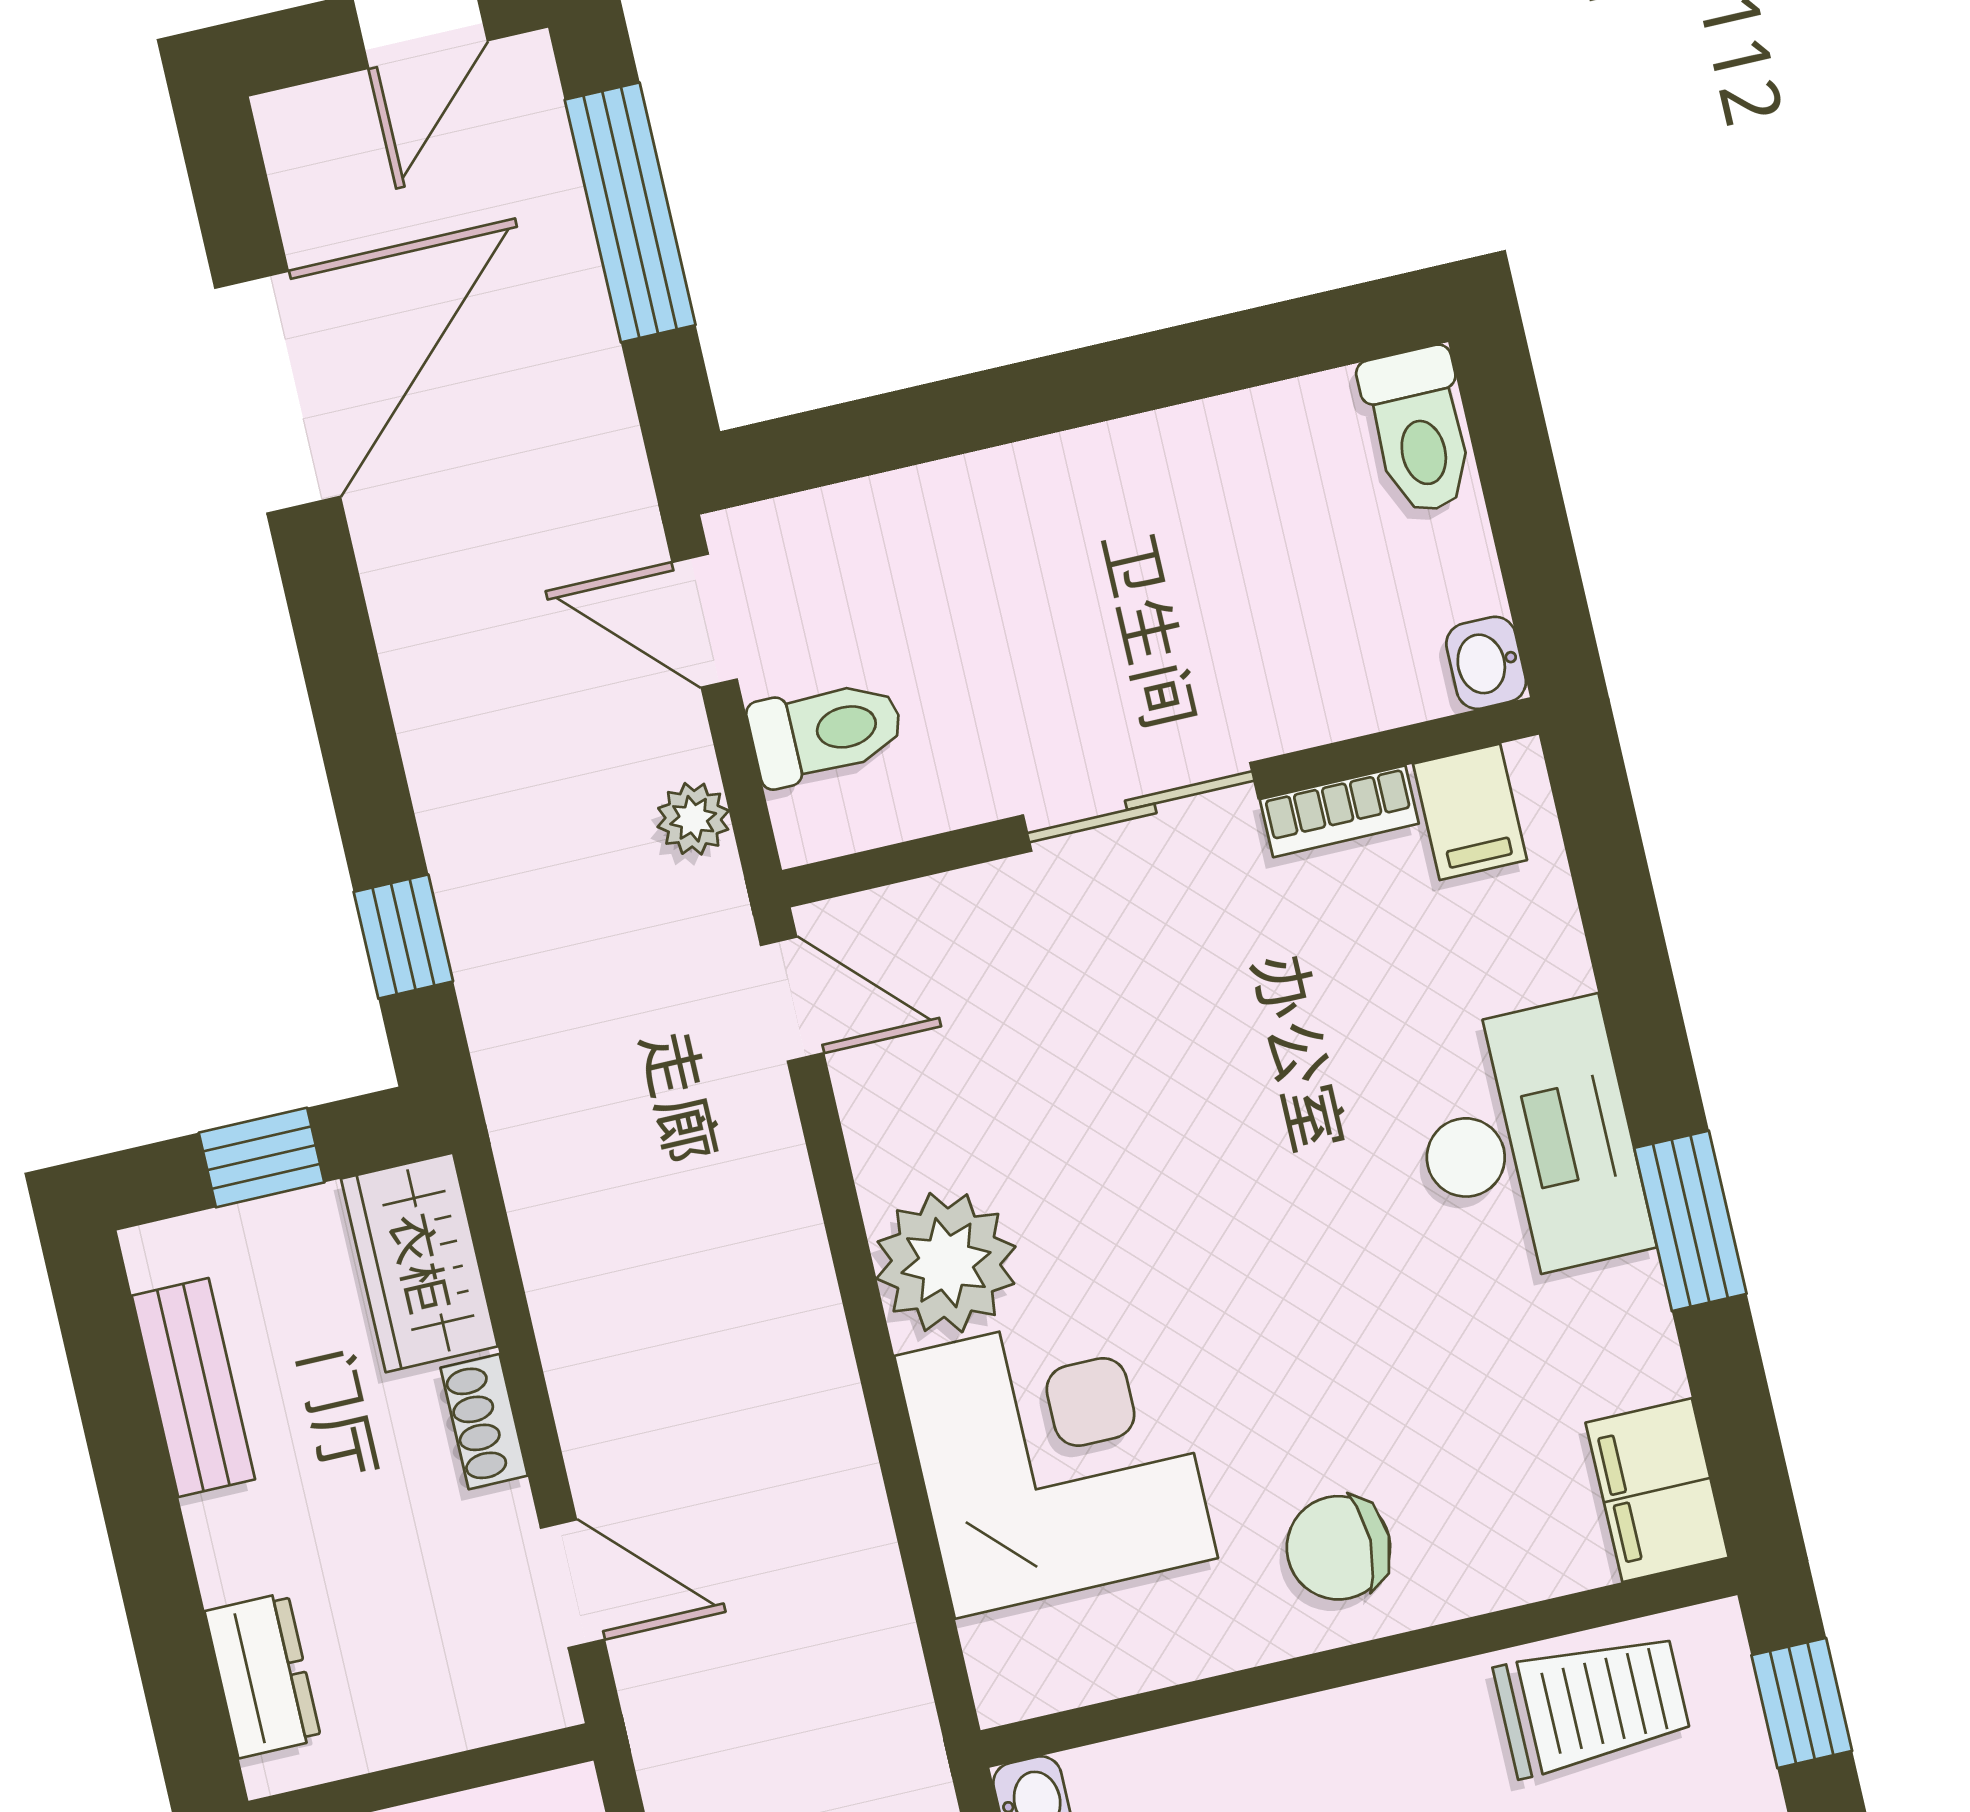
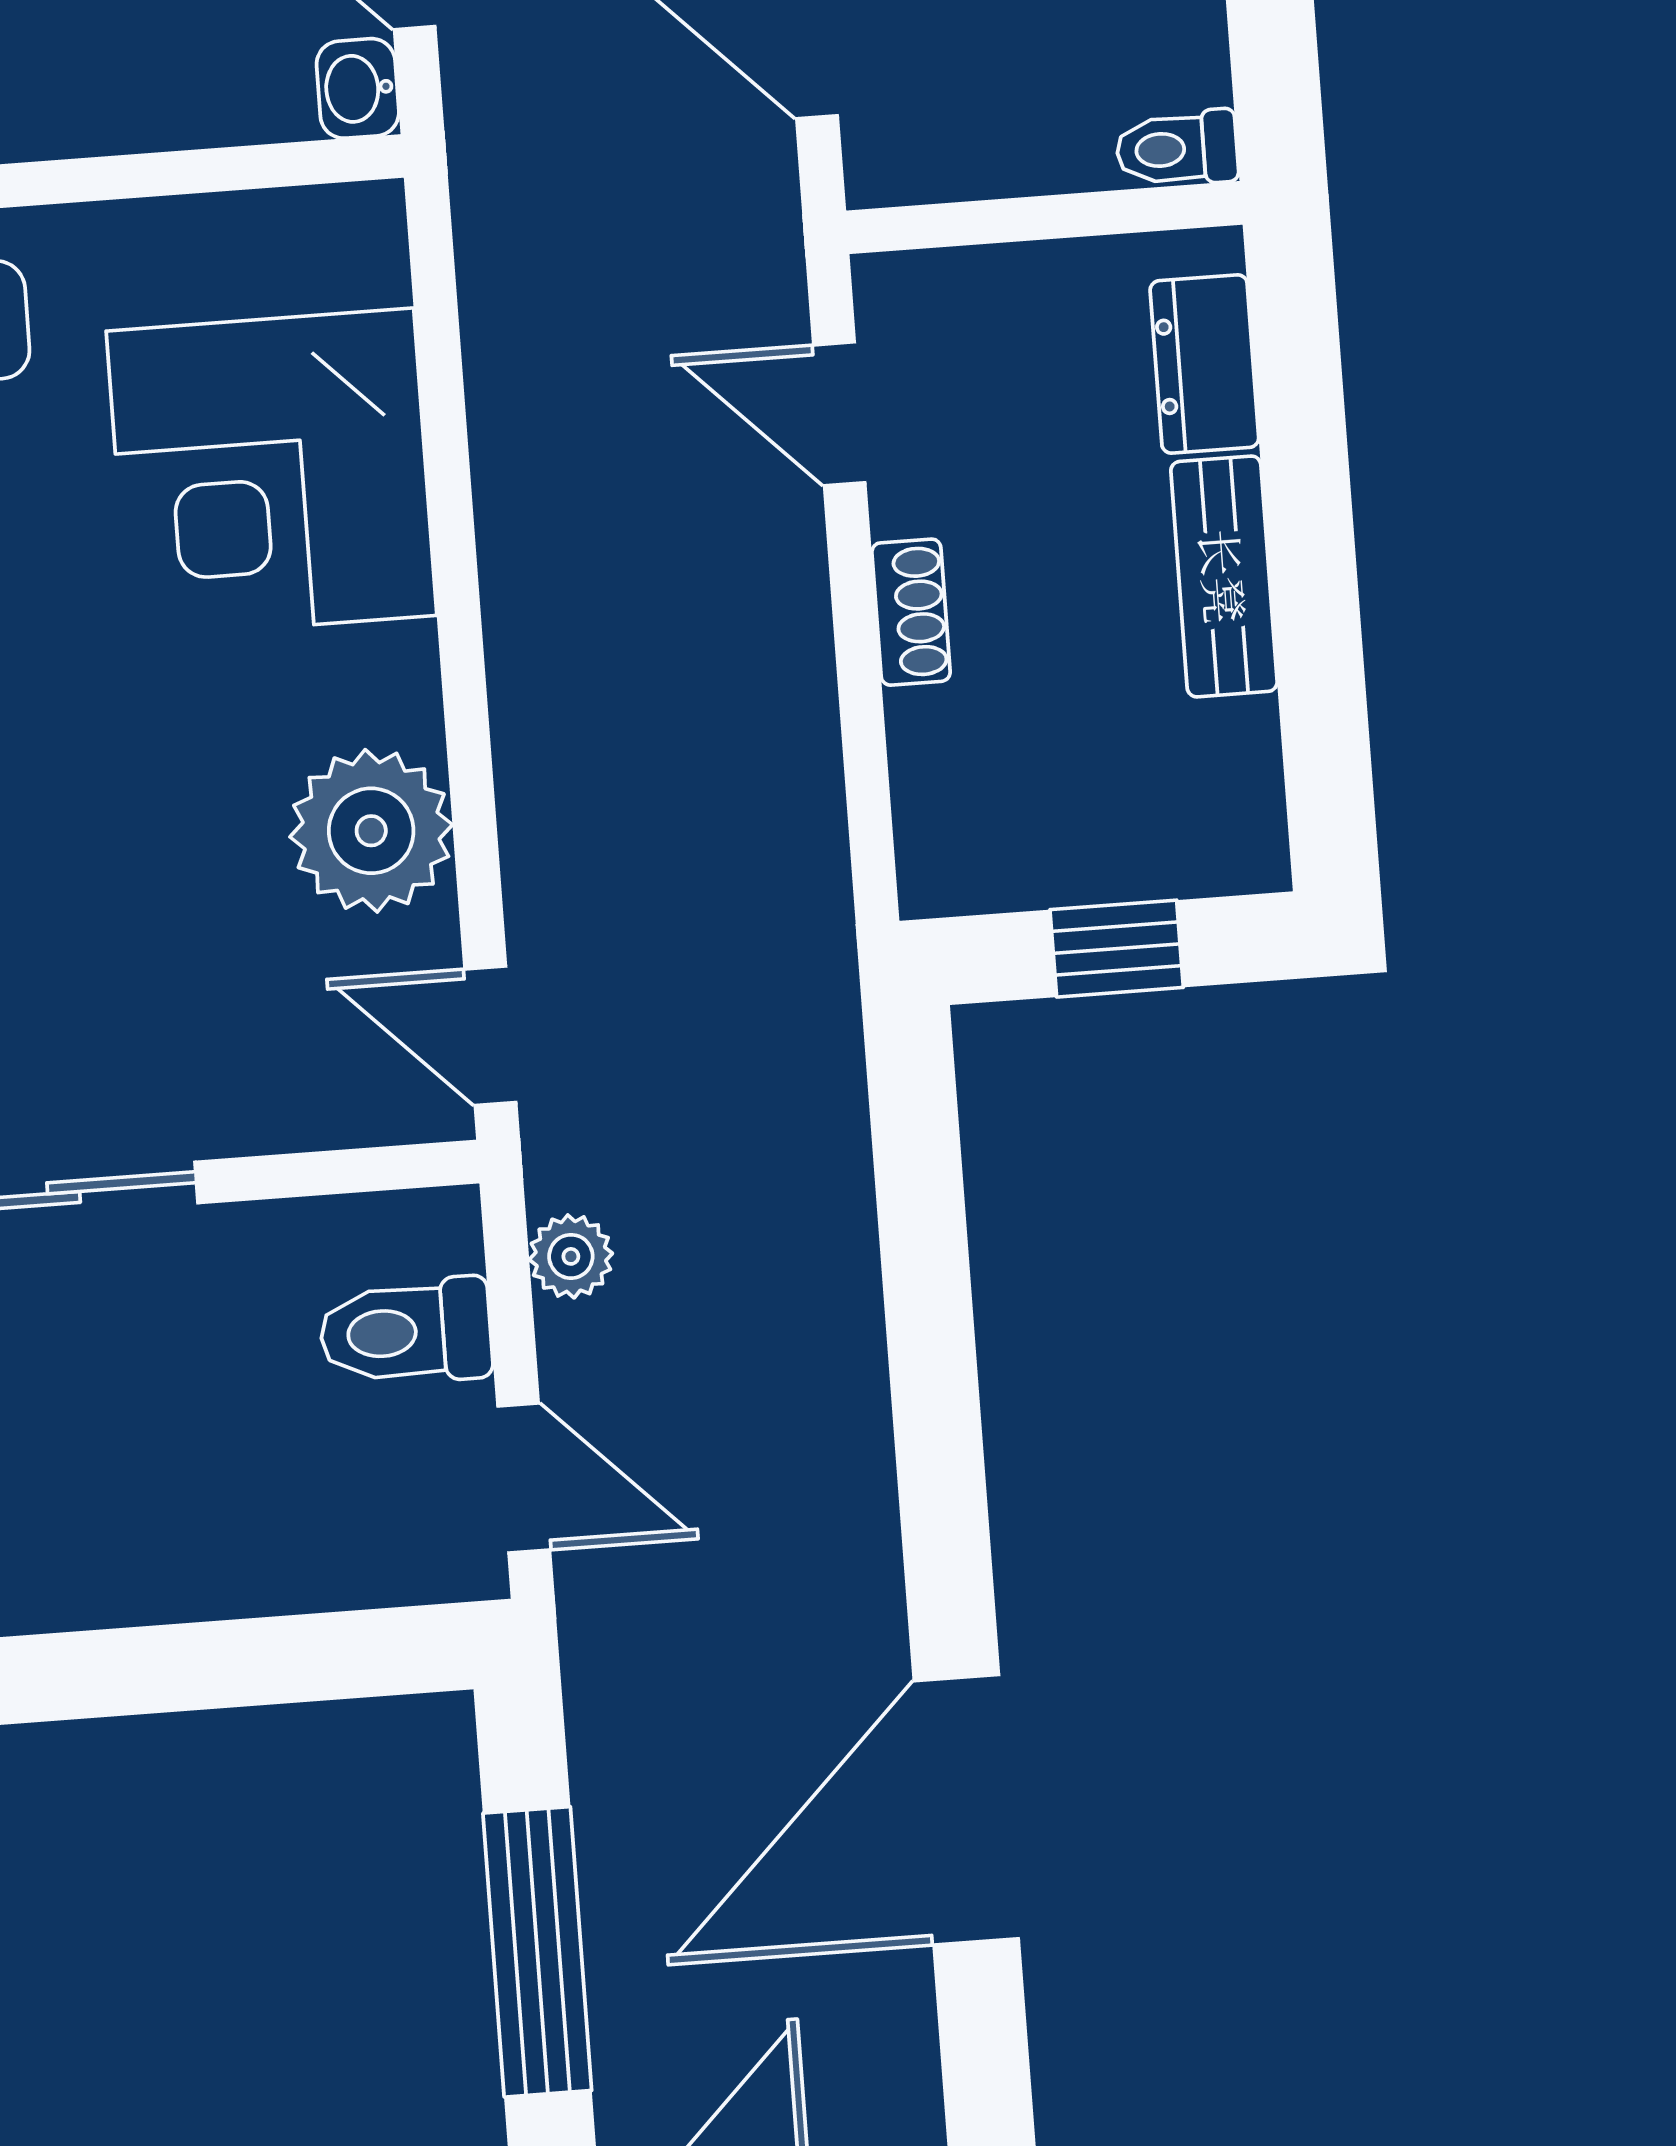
window: (403, 937) -> (918, 1173), removed
wardrobe: (419, 1263) -> (957, 803), removed
plant: (946, 1263) -> (371, 831), moved
bench: (193, 1388) -> (1224, 576), moved

